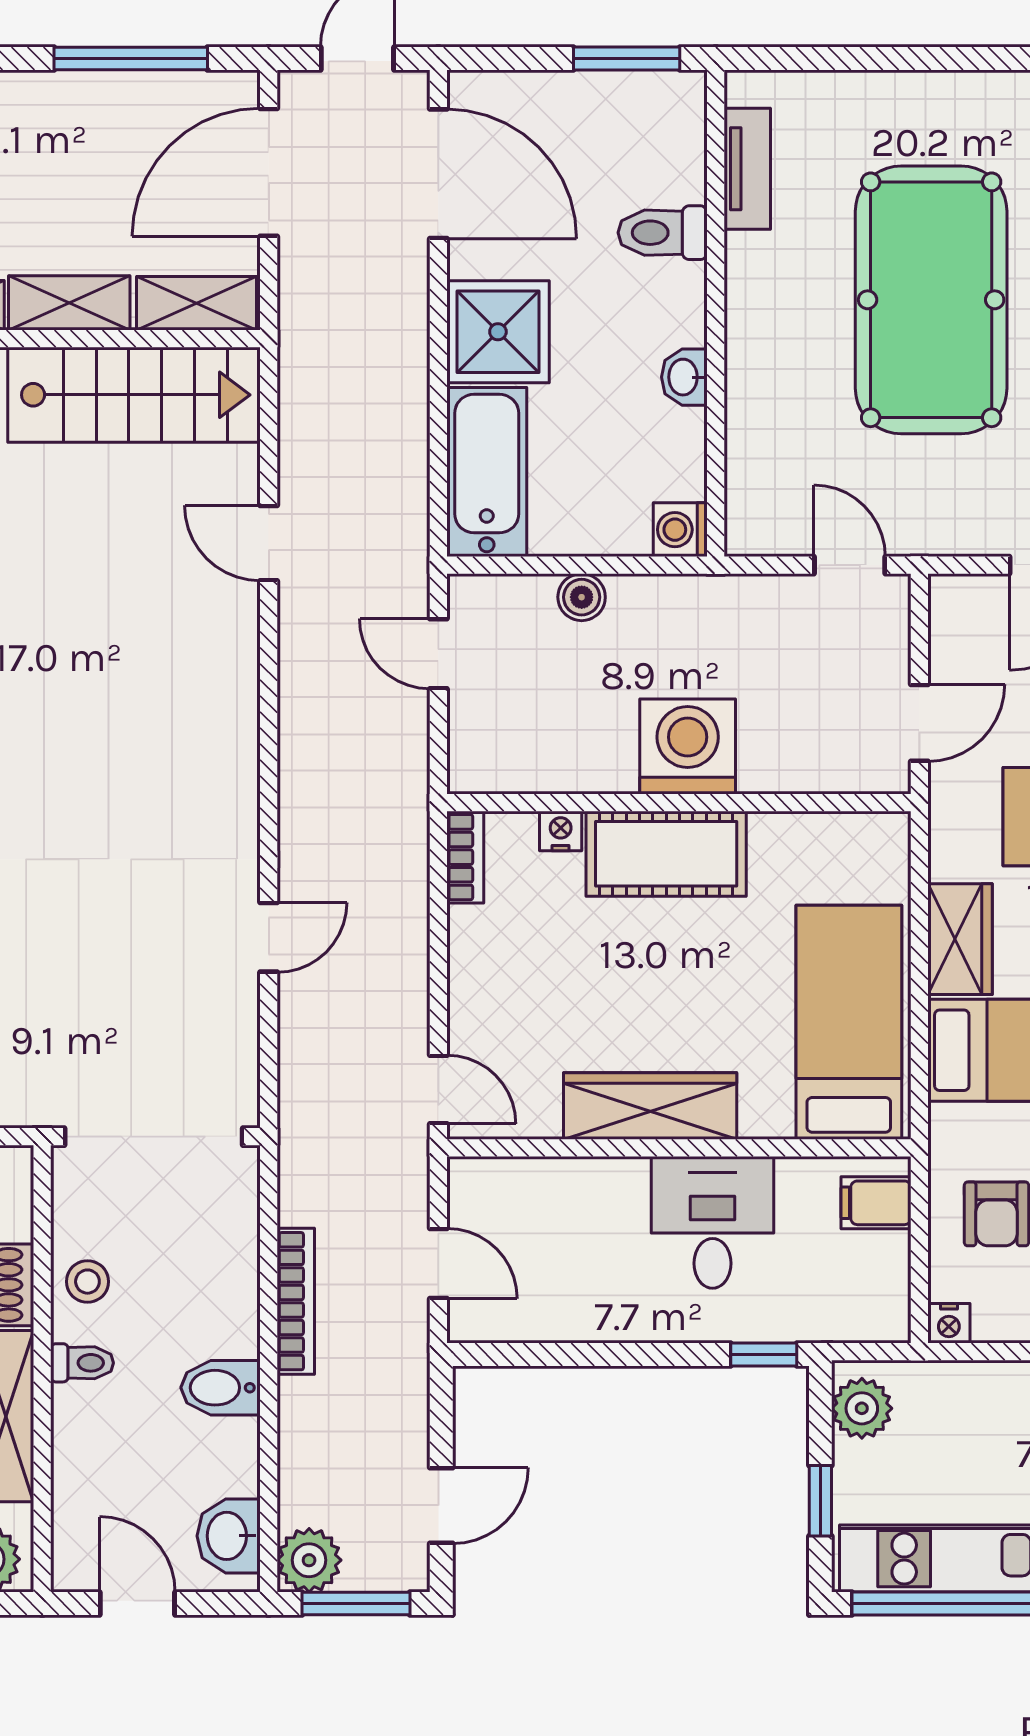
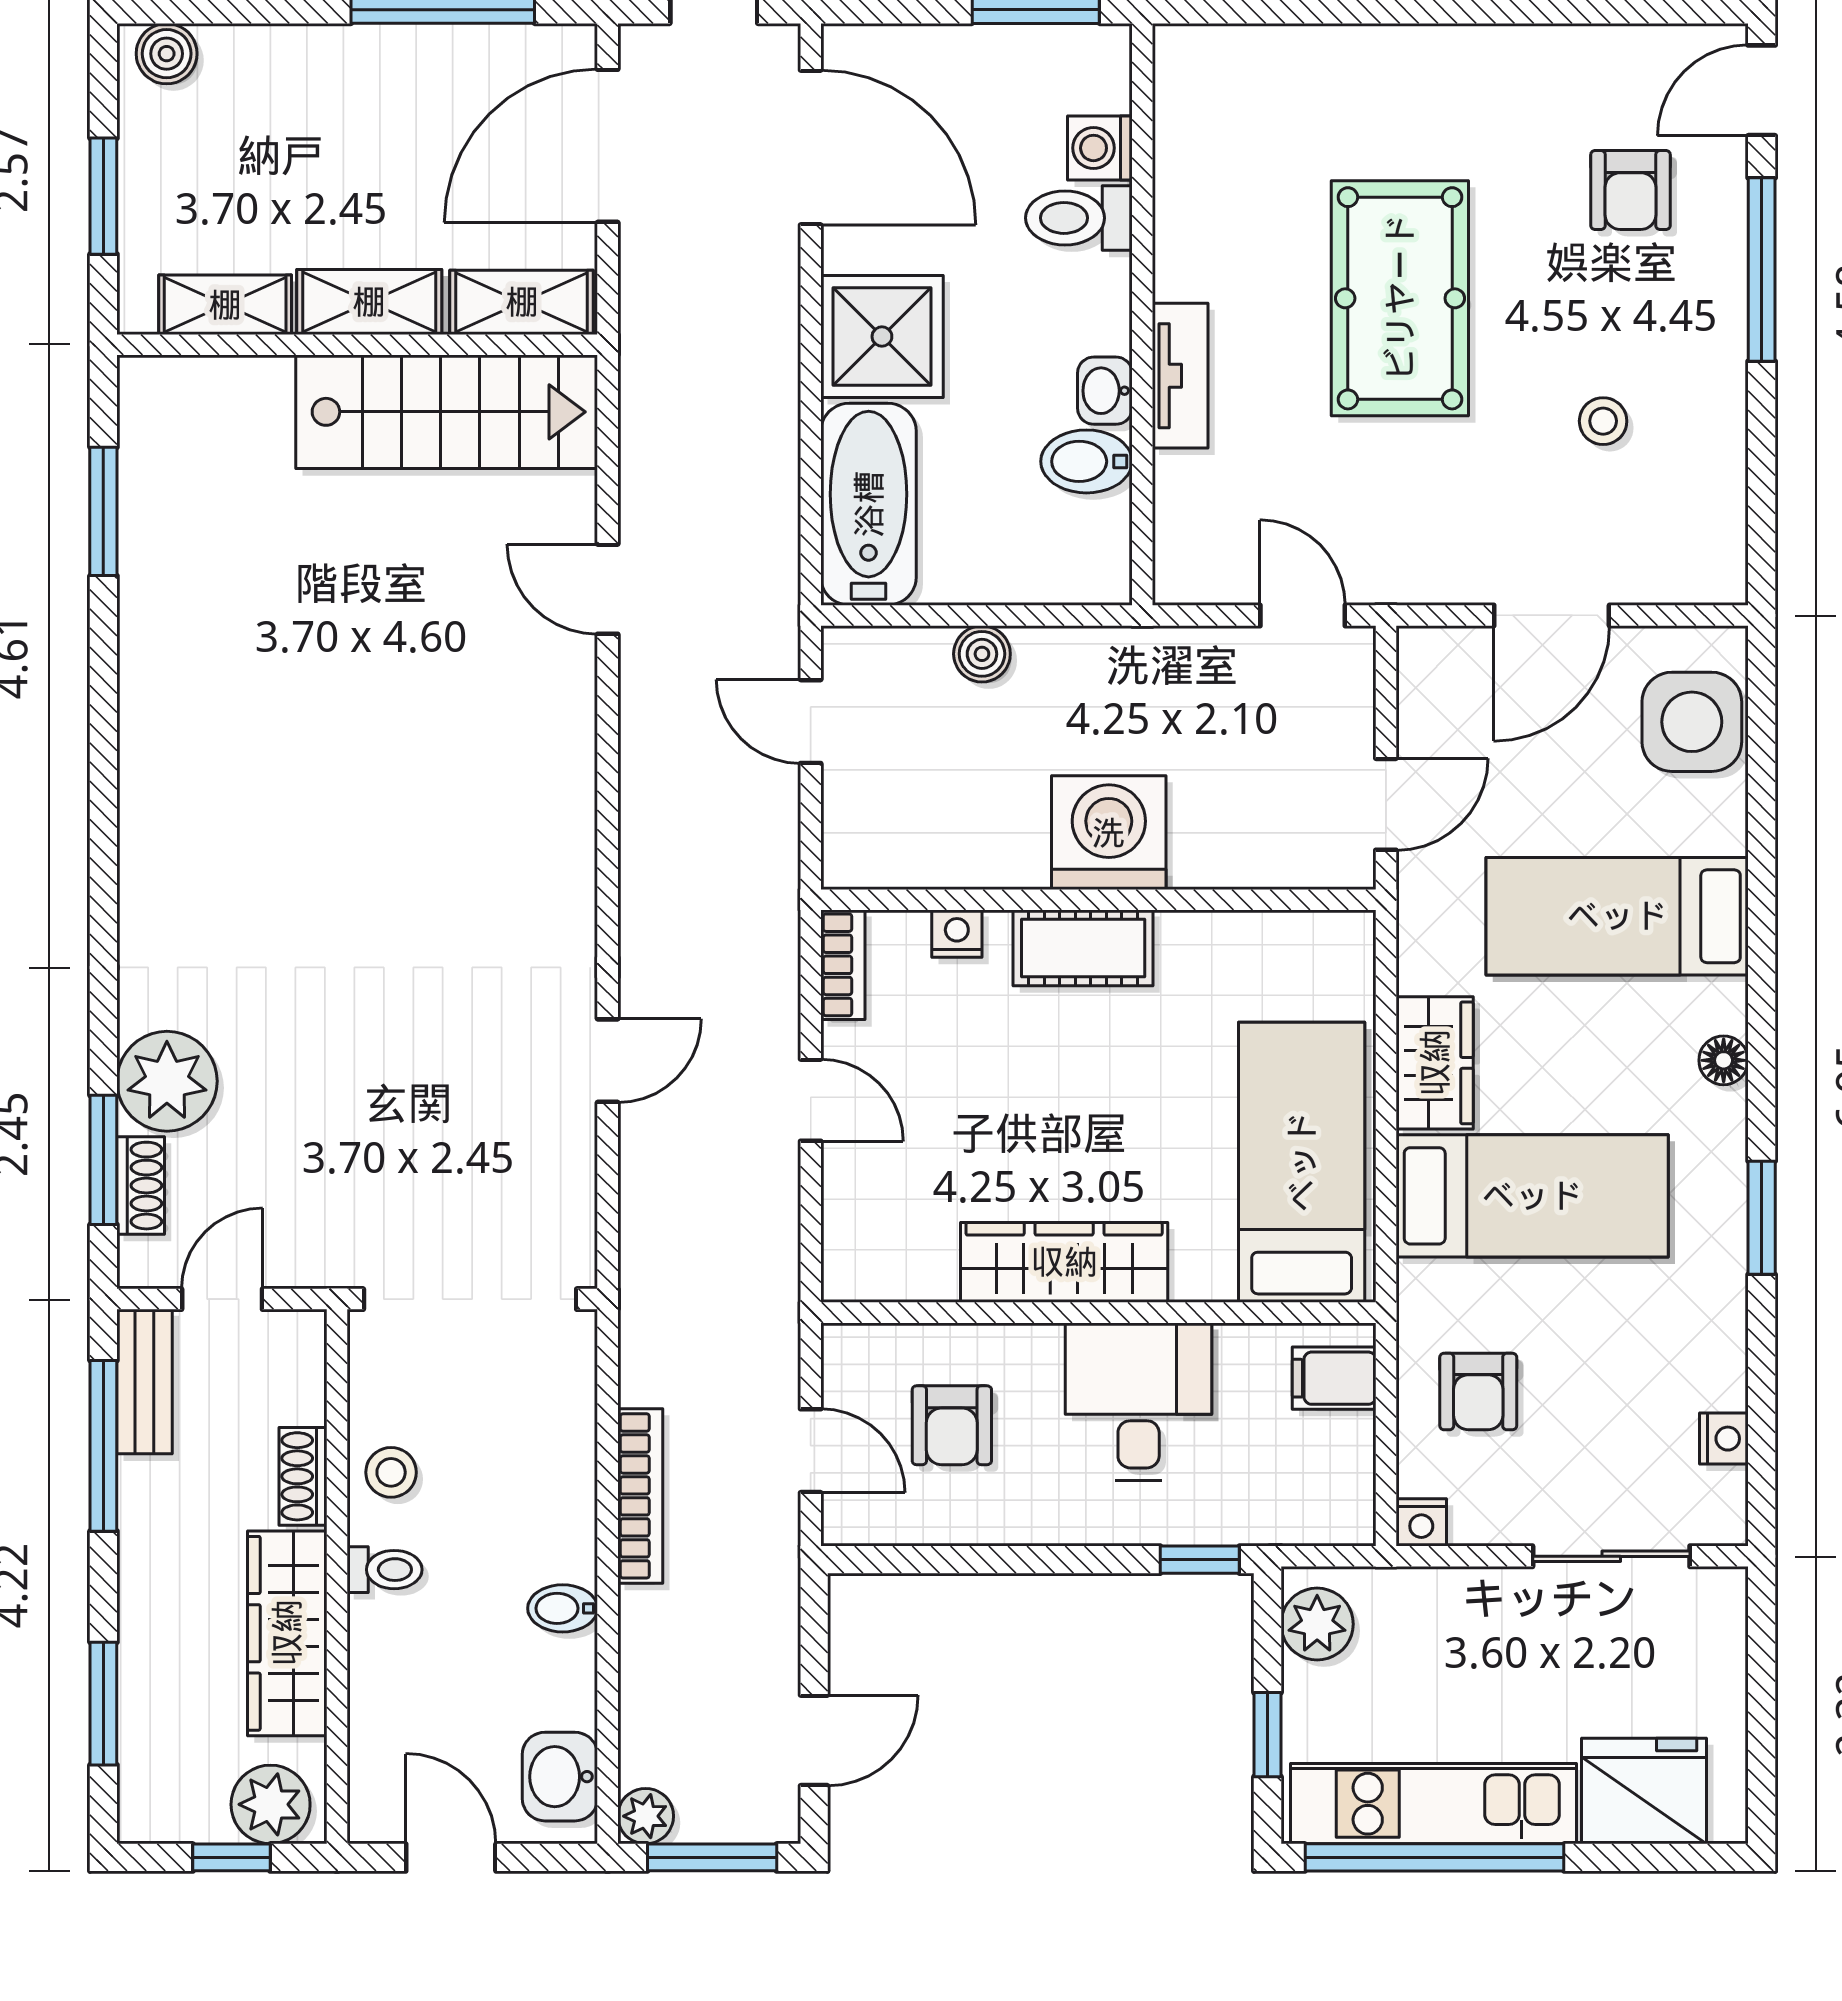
tv unit: (747, 169) -> (1180, 376), moved
pool table: (931, 300) -> (1400, 298), width x0.73, depth x0.76
bidet: (669, 436) -> (1086, 461), added
washing machine: (680, 530) -> (1100, 148), moved
cot: (666, 854) -> (1083, 948), width x0.73, depth x0.75
door: (438, 1089) -> (811, 1100), moved
armchair: (556, 1242) -> (952, 1425), added
bidet: (220, 1388) -> (563, 1608), width x0.72, depth x0.74
plant: (309, 1560) -> (646, 1816), width x0.73, depth x0.73

